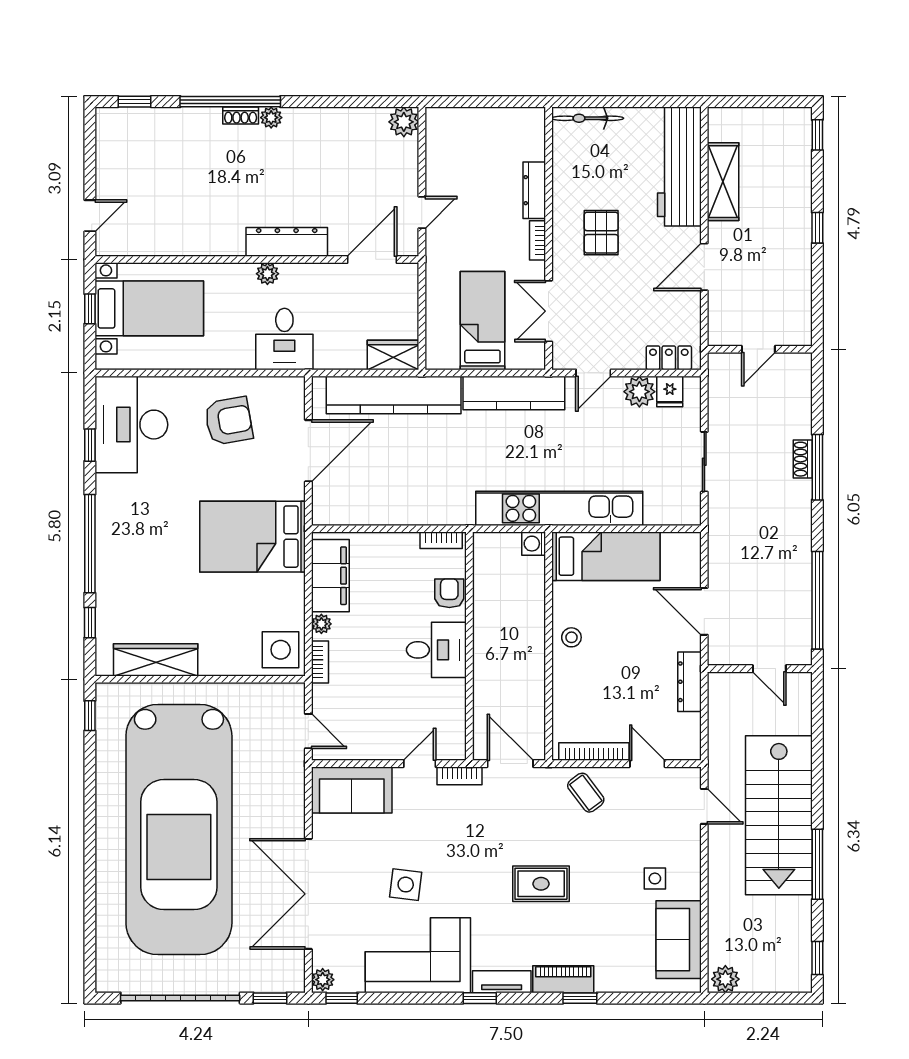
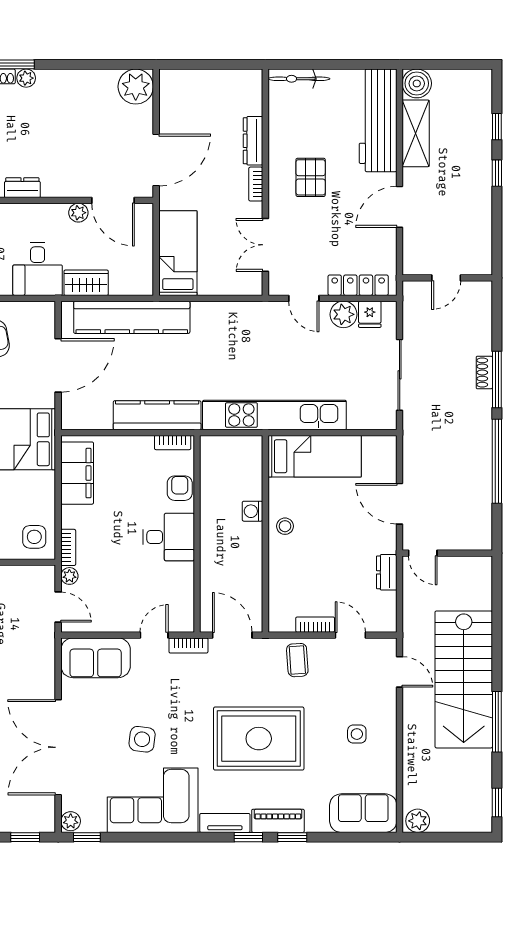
plant: (404, 122) -> (136, 87), width x1.36, depth x1.36
boiler: (724, 124) -> (417, 83), added
window: (817, 135) -> (497, 127), moved
door: (422, 213) -> (156, 160), width x1.88
dresser: (287, 242) -> (22, 188), width x0.51, depth x0.80
door: (372, 259) -> (113, 200), swing flipped
plant: (267, 274) -> (78, 213), moved
bed: (482, 321) -> (178, 253), moved
wardrobe: (393, 355) -> (86, 283), moved
locker: (669, 358) -> (358, 285), width x1.53
door: (593, 373) -> (304, 298), hinge flipped
kitchen counter: (514, 393) -> (157, 415), moved, turned 180
sliding door: (704, 462) -> (400, 375), width x1.37
washing machine: (534, 544) -> (252, 511), moved
window: (817, 600) -> (497, 461), moved
plant: (321, 624) -> (69, 576), moved
side table: (281, 650) -> (34, 537), width x0.73, depth x0.73
door: (769, 669) -> (423, 553), moved
dresser: (689, 682) -> (387, 572), width x0.70
bookcase: (594, 752) -> (315, 625), width x0.64
coffee table: (586, 793) -> (297, 660), turned 33
rug: (541, 884) -> (259, 739), width x1.86, depth x2.06
sofa: (679, 940) -> (363, 813), moved, turned 90
window: (480, 998) -> (248, 837), moved

